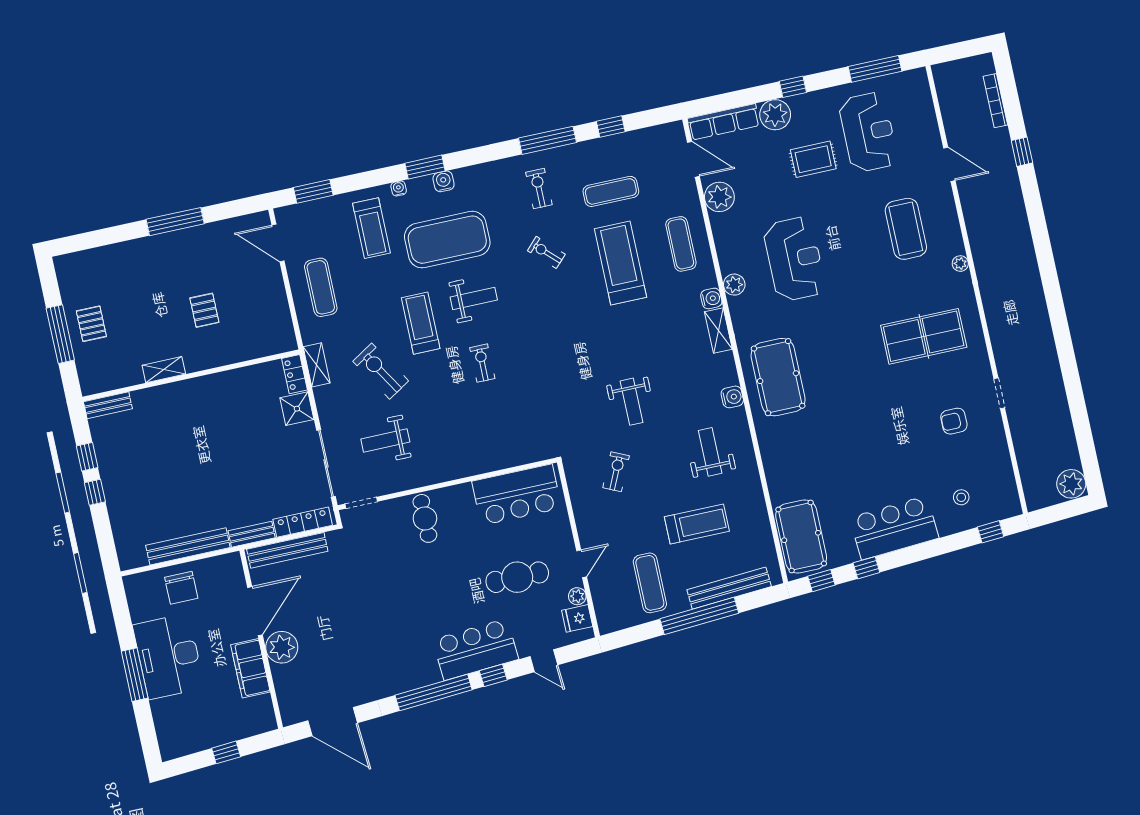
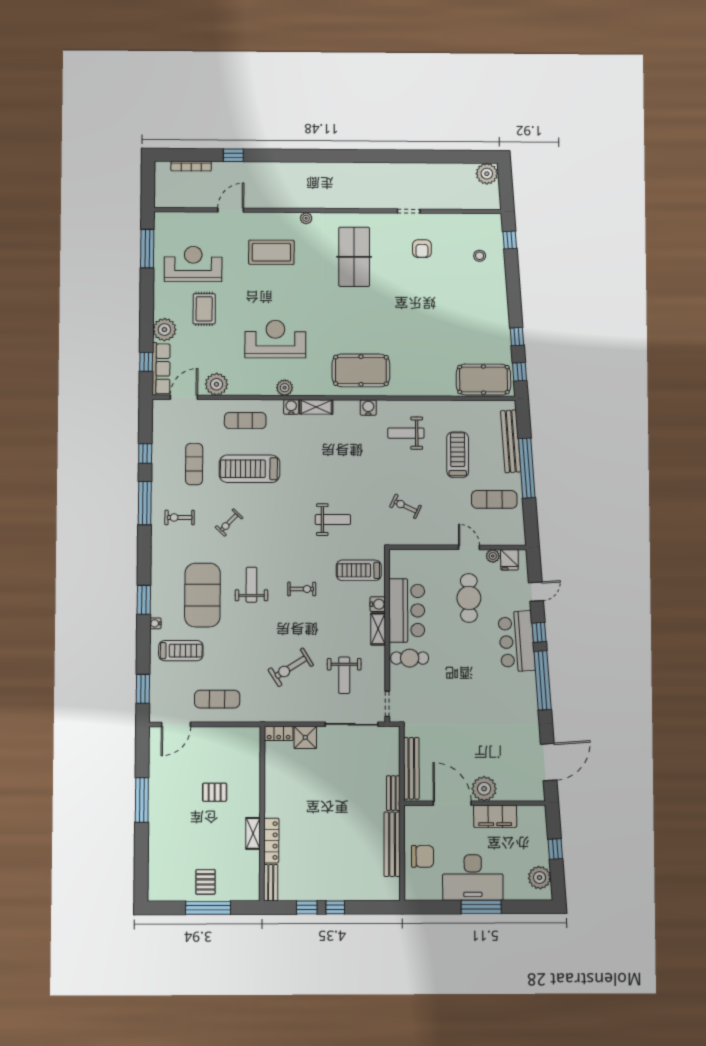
window: (793, 87) -> (146, 362), moved
water cooler: (444, 181) -> (378, 604), moved, turned 180
treadmill: (421, 323) -> (359, 570), moved
pallet: (91, 324) -> (206, 882), turned 90
exercise bike: (482, 363) -> (302, 589), turned 180
shelving: (317, 365) -> (378, 629), moved, turned 90
weight bench: (631, 402) -> (333, 520), moved
bar counter: (517, 495) -> (407, 610), moved
locker: (303, 522) -> (271, 841), moved, turned 180
bar counter: (894, 528) -> (492, 310), removed
plant: (187, 740) -> (540, 878), added

